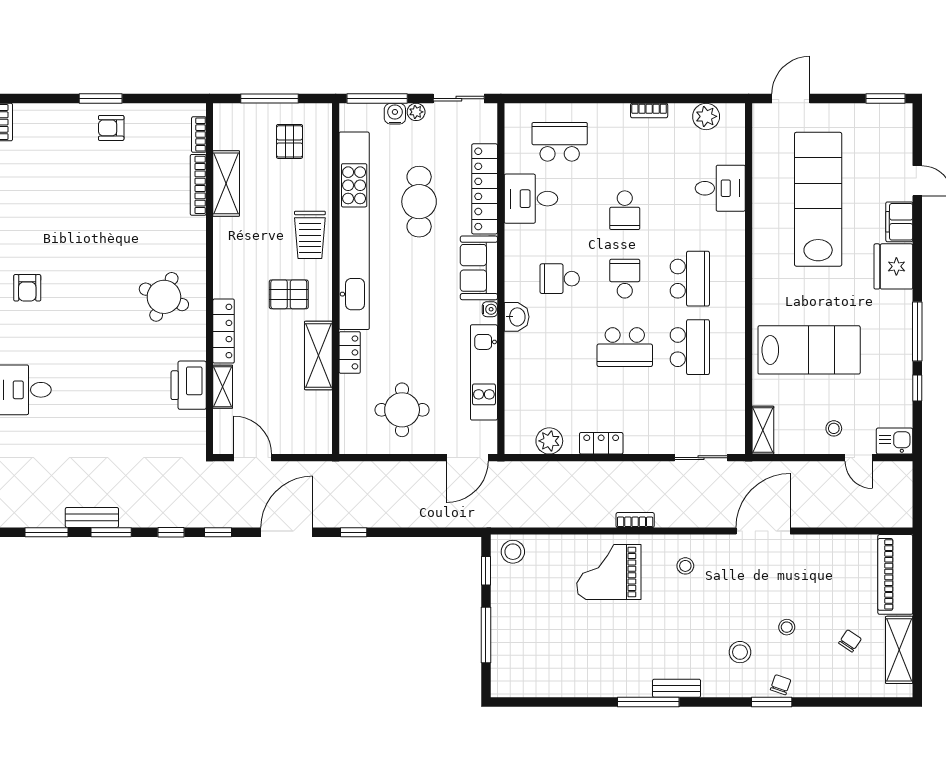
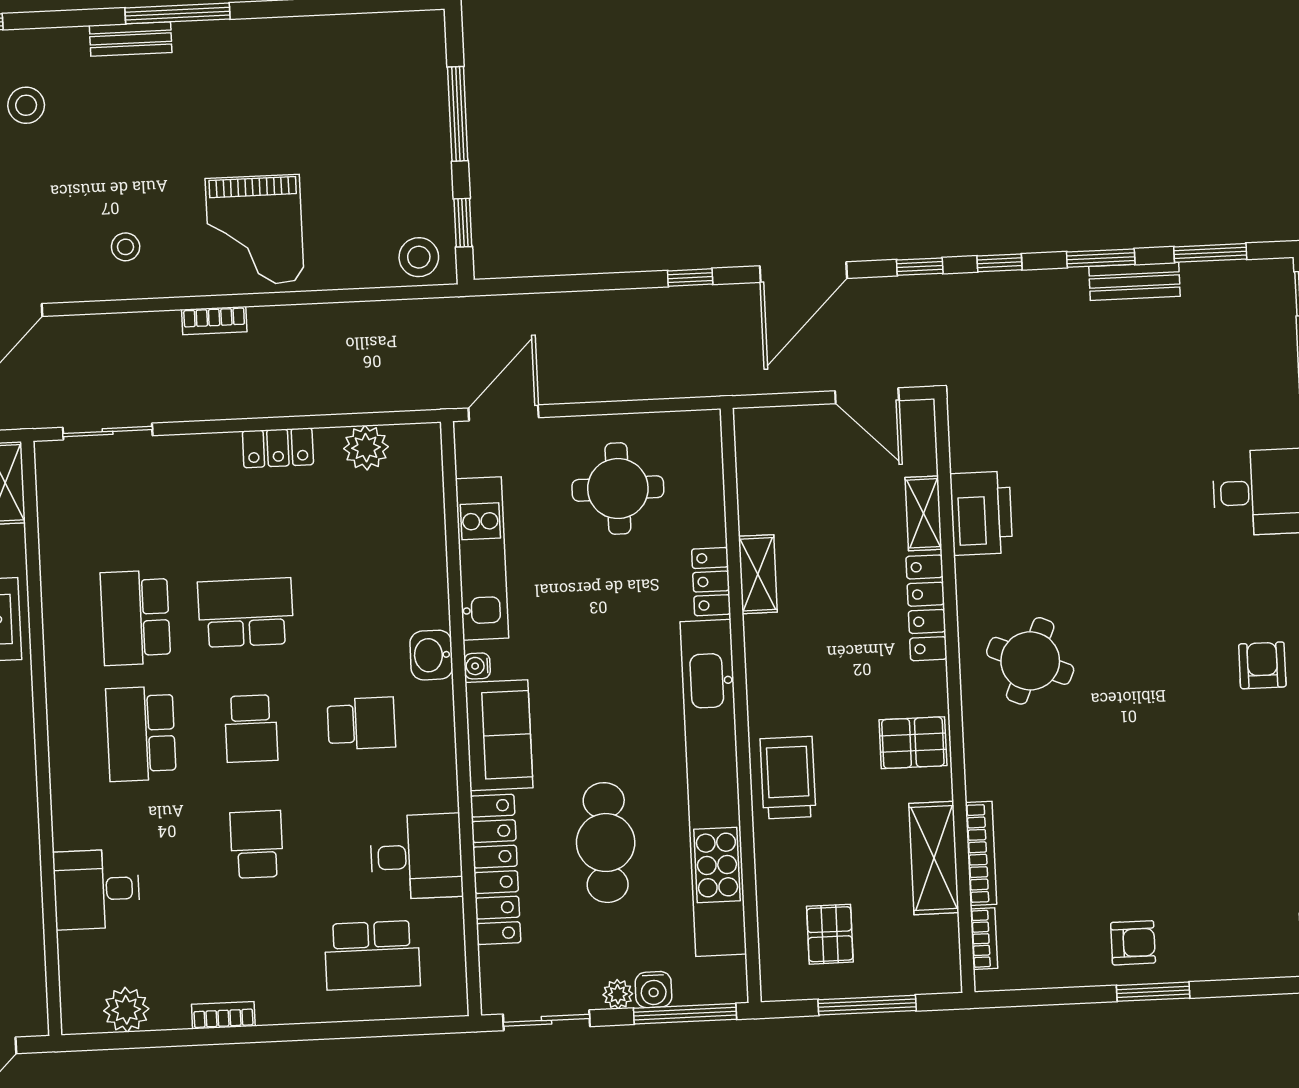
pallet: (289, 294) -> (913, 743), moved
shelving: (318, 355) -> (758, 574), width x0.67, depth x0.75
grand piano: (609, 572) -> (255, 230), turned 90

